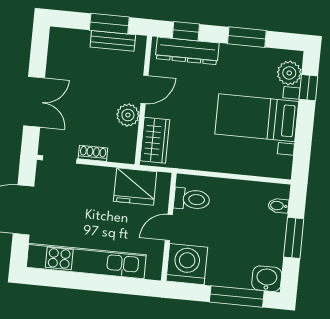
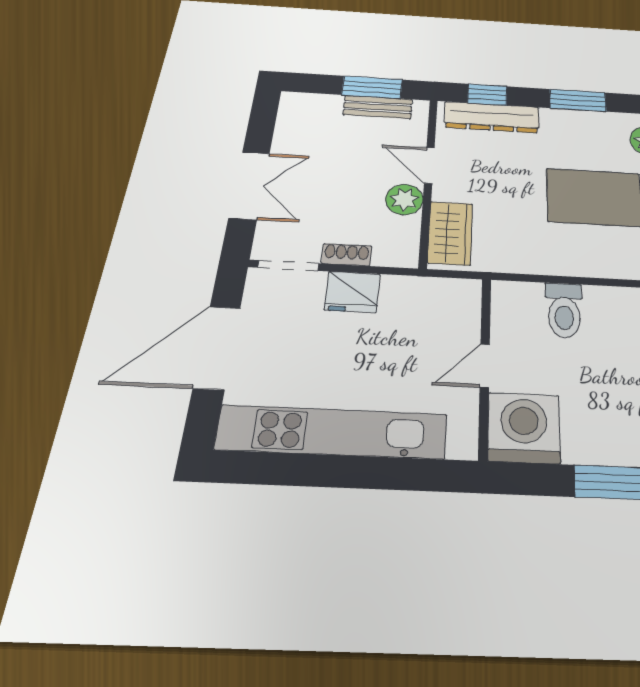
door: (144, 89) -> (429, 165), swing flipped
fridge: (135, 186) -> (352, 292), moved, width x0.73, depth x0.75
toilet: (192, 199) -> (564, 310), moved, turned 90

